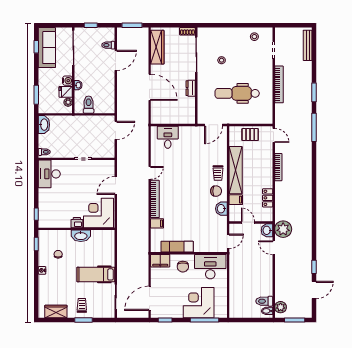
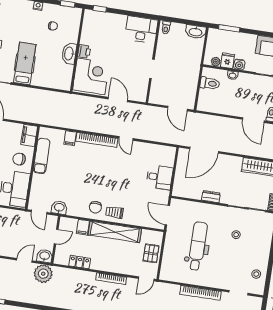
door: (150, 87) -> (204, 150), moved
desk: (168, 137) -> (160, 177), moved
washbasin: (221, 209) -> (59, 208), moved

